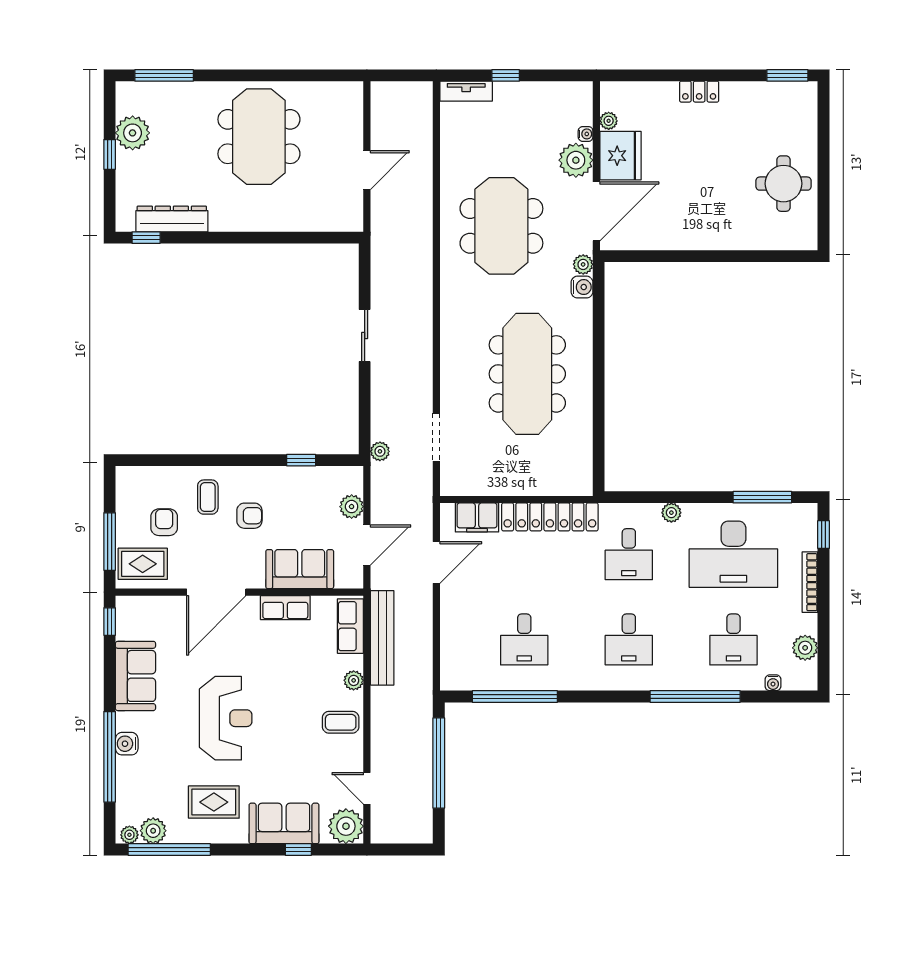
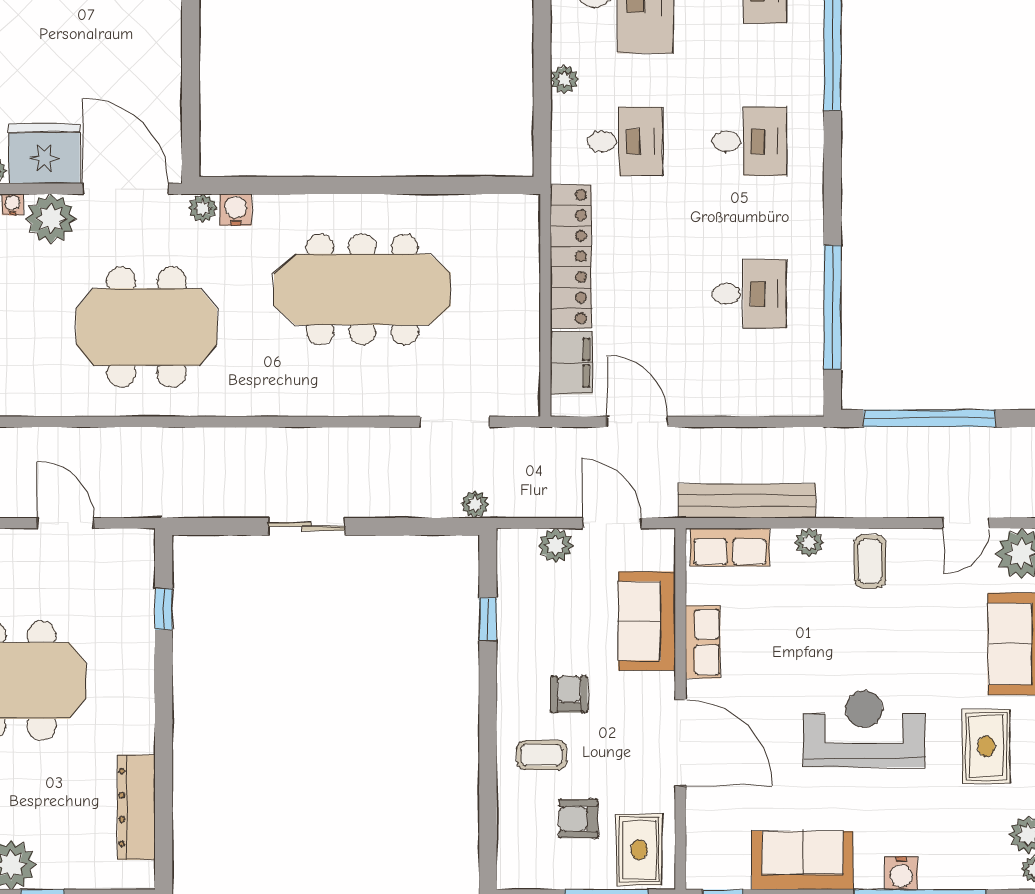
window: (146, 238) -> (164, 609), moved

